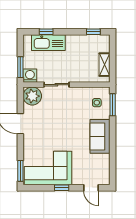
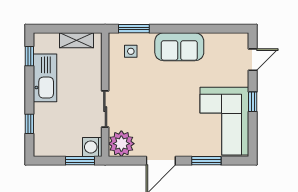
kitchen sink: (48, 43) -> (45, 78), moved
window: (20, 171) -> (206, 161), moved

